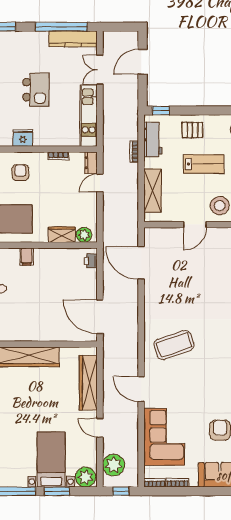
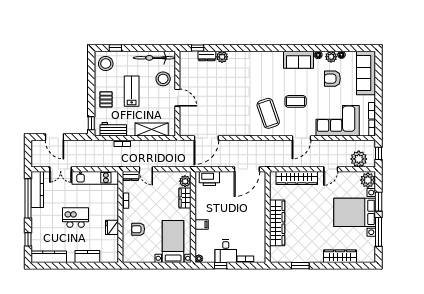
printer: (91, 261) -> (209, 178), width x1.87, depth x1.48
coffee table: (190, 381) -> (296, 101), added
bed with nightstands: (51, 460) -> (355, 212), width x1.36

